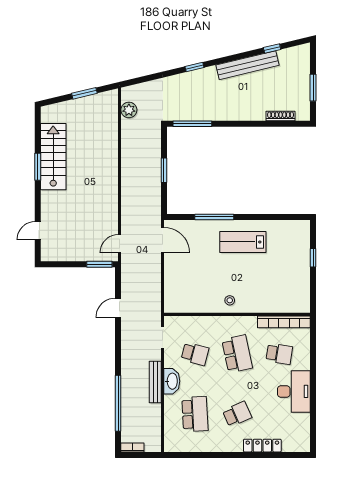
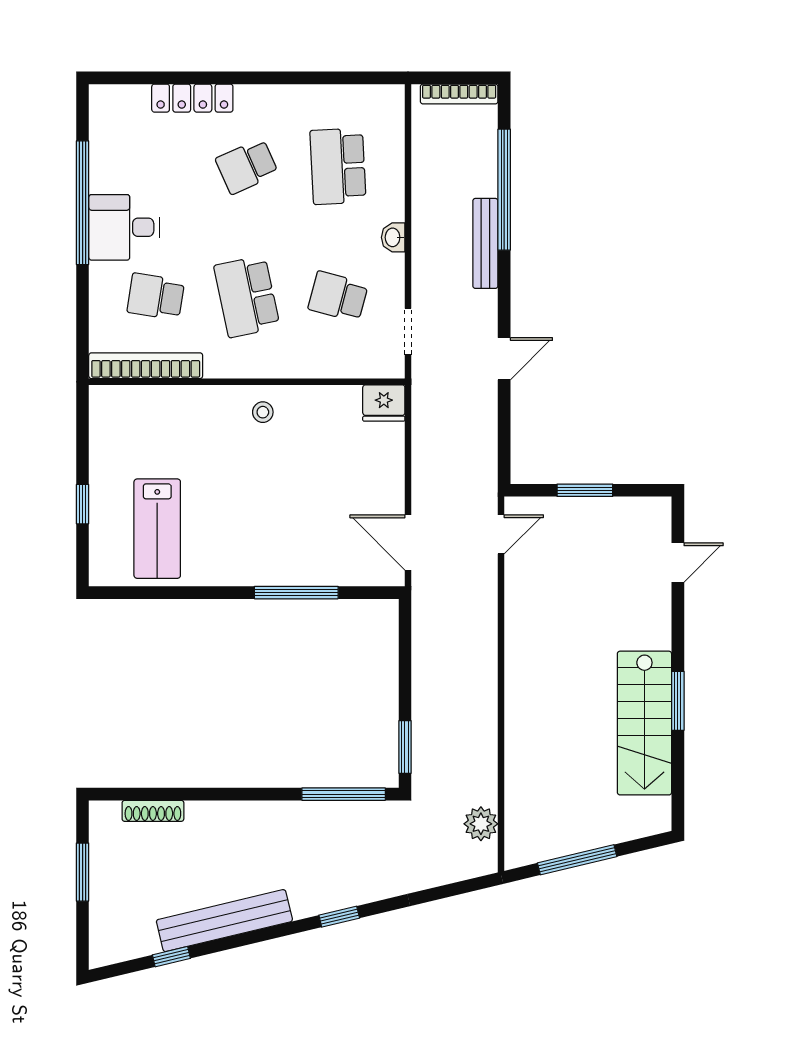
window: (84, 93) -> (577, 860), width x1.44
window: (164, 170) -> (405, 747), moved
lab bench: (243, 242) -> (157, 529), moved, turned 90
window: (99, 264) -> (585, 490), moved
fridge: (174, 305) -> (384, 403), added
door: (118, 308) -> (504, 359), moved
washbasin: (172, 381) -> (393, 237), width x0.52, depth x0.69
bench: (155, 382) -> (485, 243), moved
desk: (294, 391) -> (124, 227), width x0.73
window: (313, 397) -> (83, 203), added
bookcase: (132, 447) -> (459, 94), width x1.56

